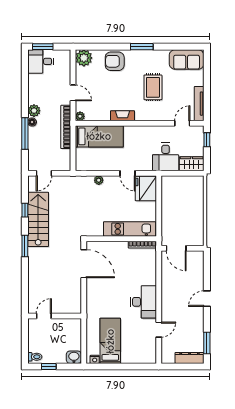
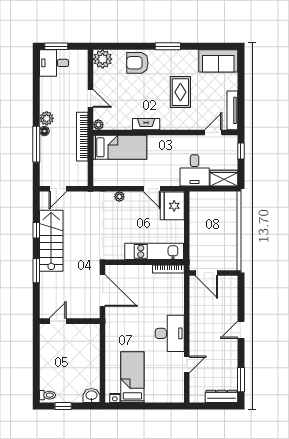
door: (44, 316) -> (58, 321), moved
wall: (55, 316) -> (70, 321), moved

